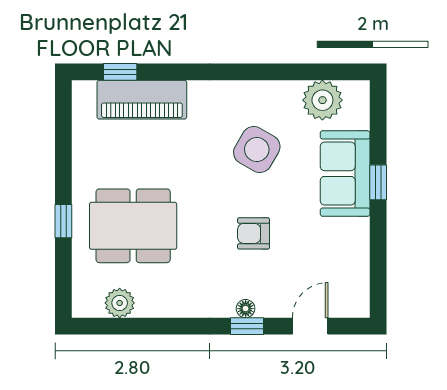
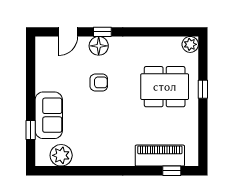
side table: (257, 150) -> (97, 128), removed
window: (378, 182) -> (31, 130), moved
plant: (120, 303) -> (190, 44), moved
floor lamp: (246, 309) -> (99, 46), width x1.89, depth x1.89

